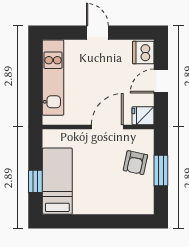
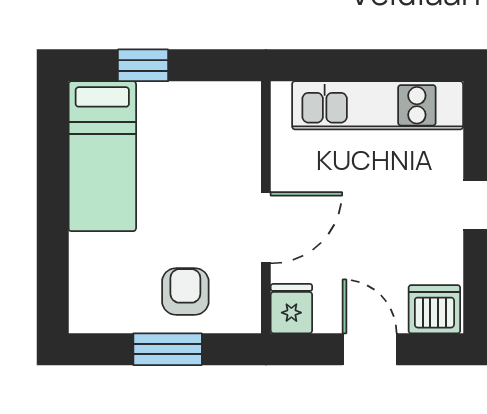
door: (107, 127) -> (266, 228), hinge flipped
armchair: (135, 163) -> (185, 291), turned 78
bed: (57, 181) -> (102, 156), moved, turned 90

